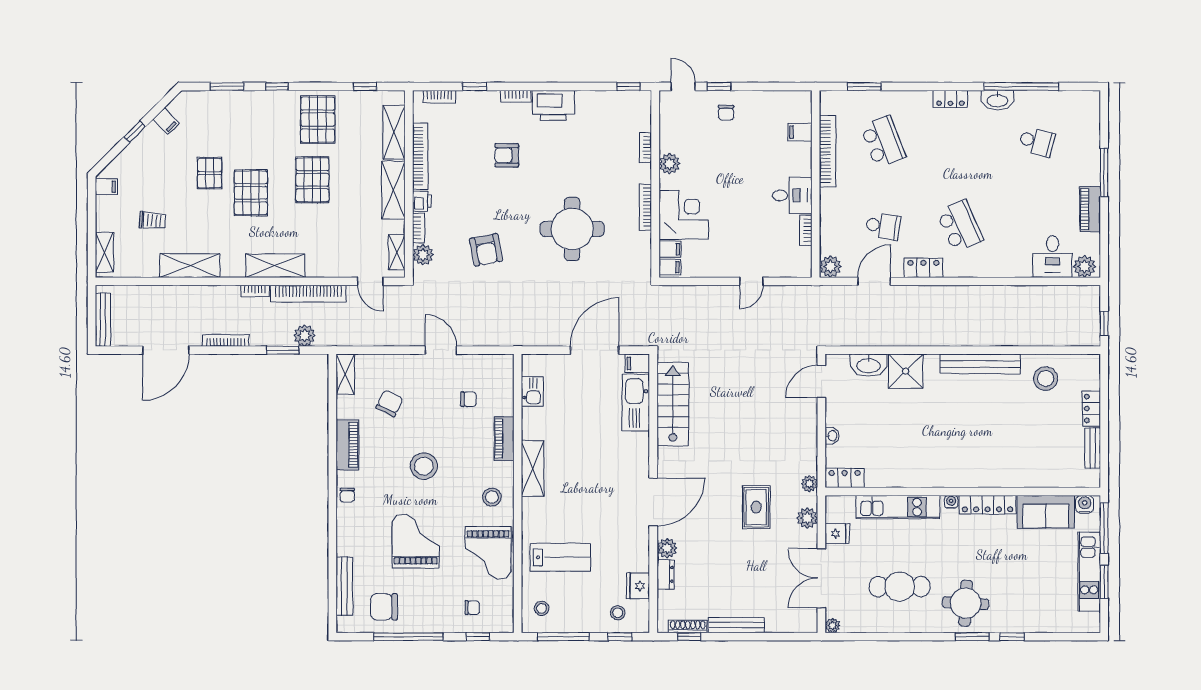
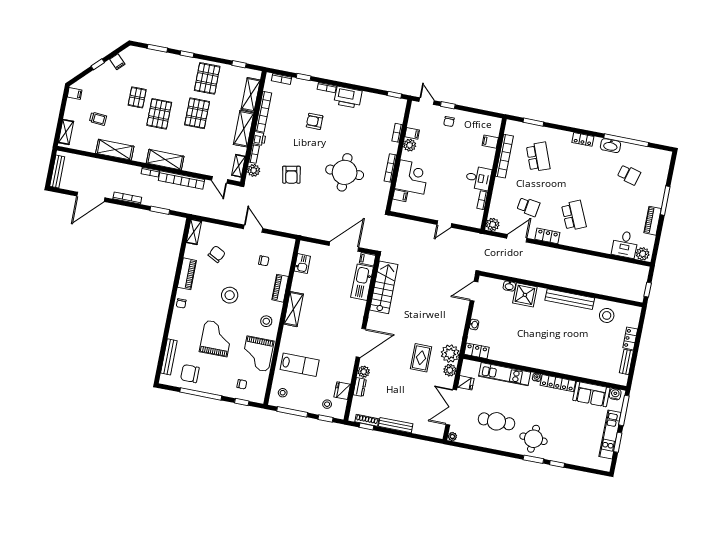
filing cabinet: (670, 267) -> (412, 133), moved
plant: (305, 336) -> (174, 204), removed
washbasin: (868, 365) -> (509, 286), width x0.52, depth x0.69
plant: (809, 484) -> (450, 354), width x1.88, depth x1.88

